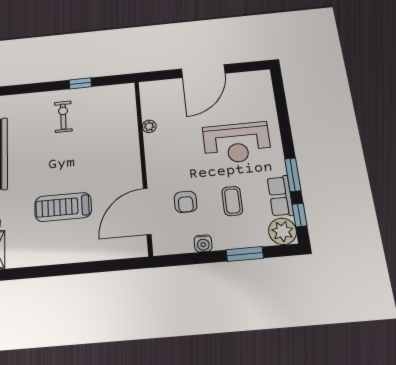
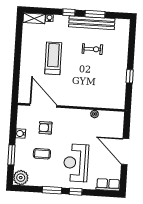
exercise bike: (63, 117) -> (92, 49), moved
row of seats: (280, 196) -> (108, 185), moved
window: (299, 215) -> (76, 192), moved

